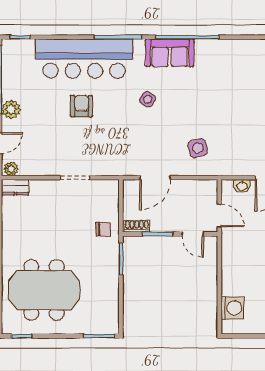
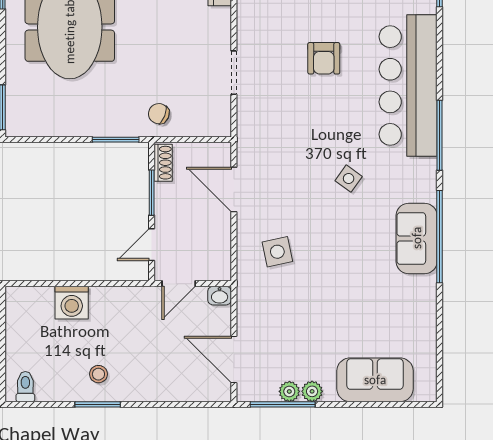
sofa: (170, 53) -> (417, 238), moved
armchair: (81, 106) -> (324, 58), moved, turned 90
washbasin: (242, 186) -> (220, 296), moved, turned -90
chair: (103, 229) -> (159, 114), turned 111
washing machine: (232, 308) -> (72, 303), moved

